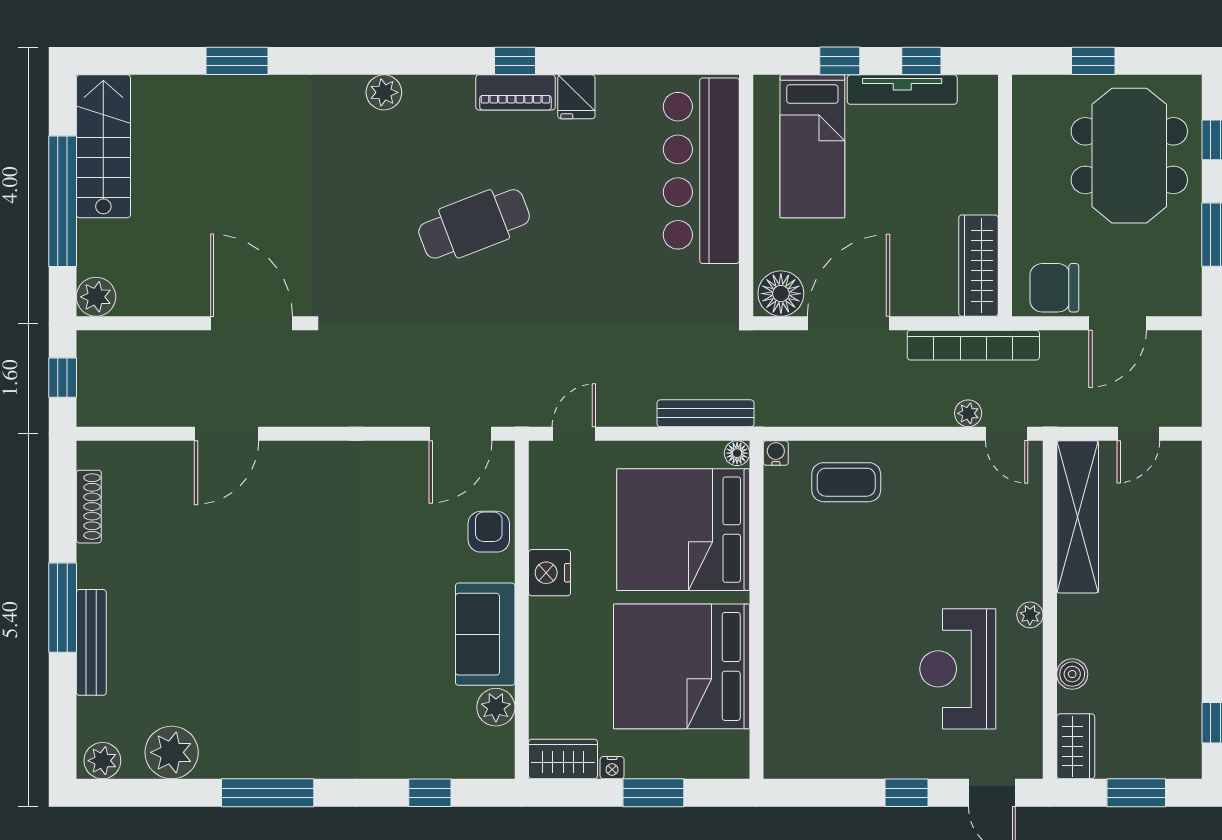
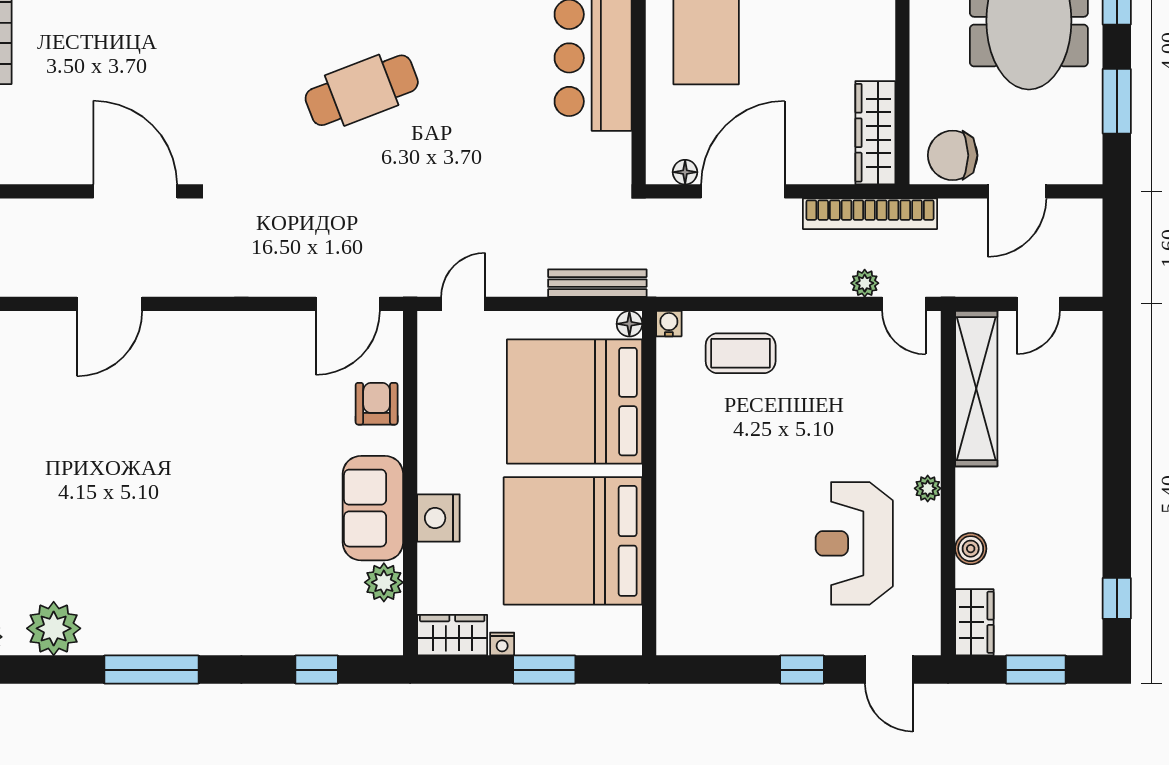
floor lamp: (781, 294) -> (685, 172), width x0.53, depth x0.53
nightstand: (550, 573) -> (438, 518), moved

